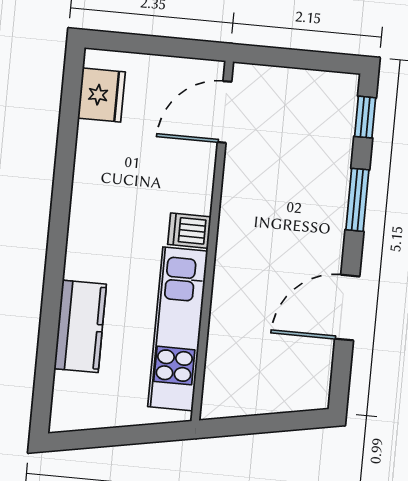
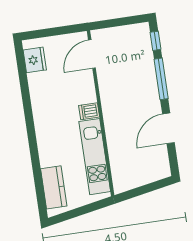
window: (357, 200) -> (161, 79), width x1.44
kitchen counter: (80, 326) -> (54, 187), moved

